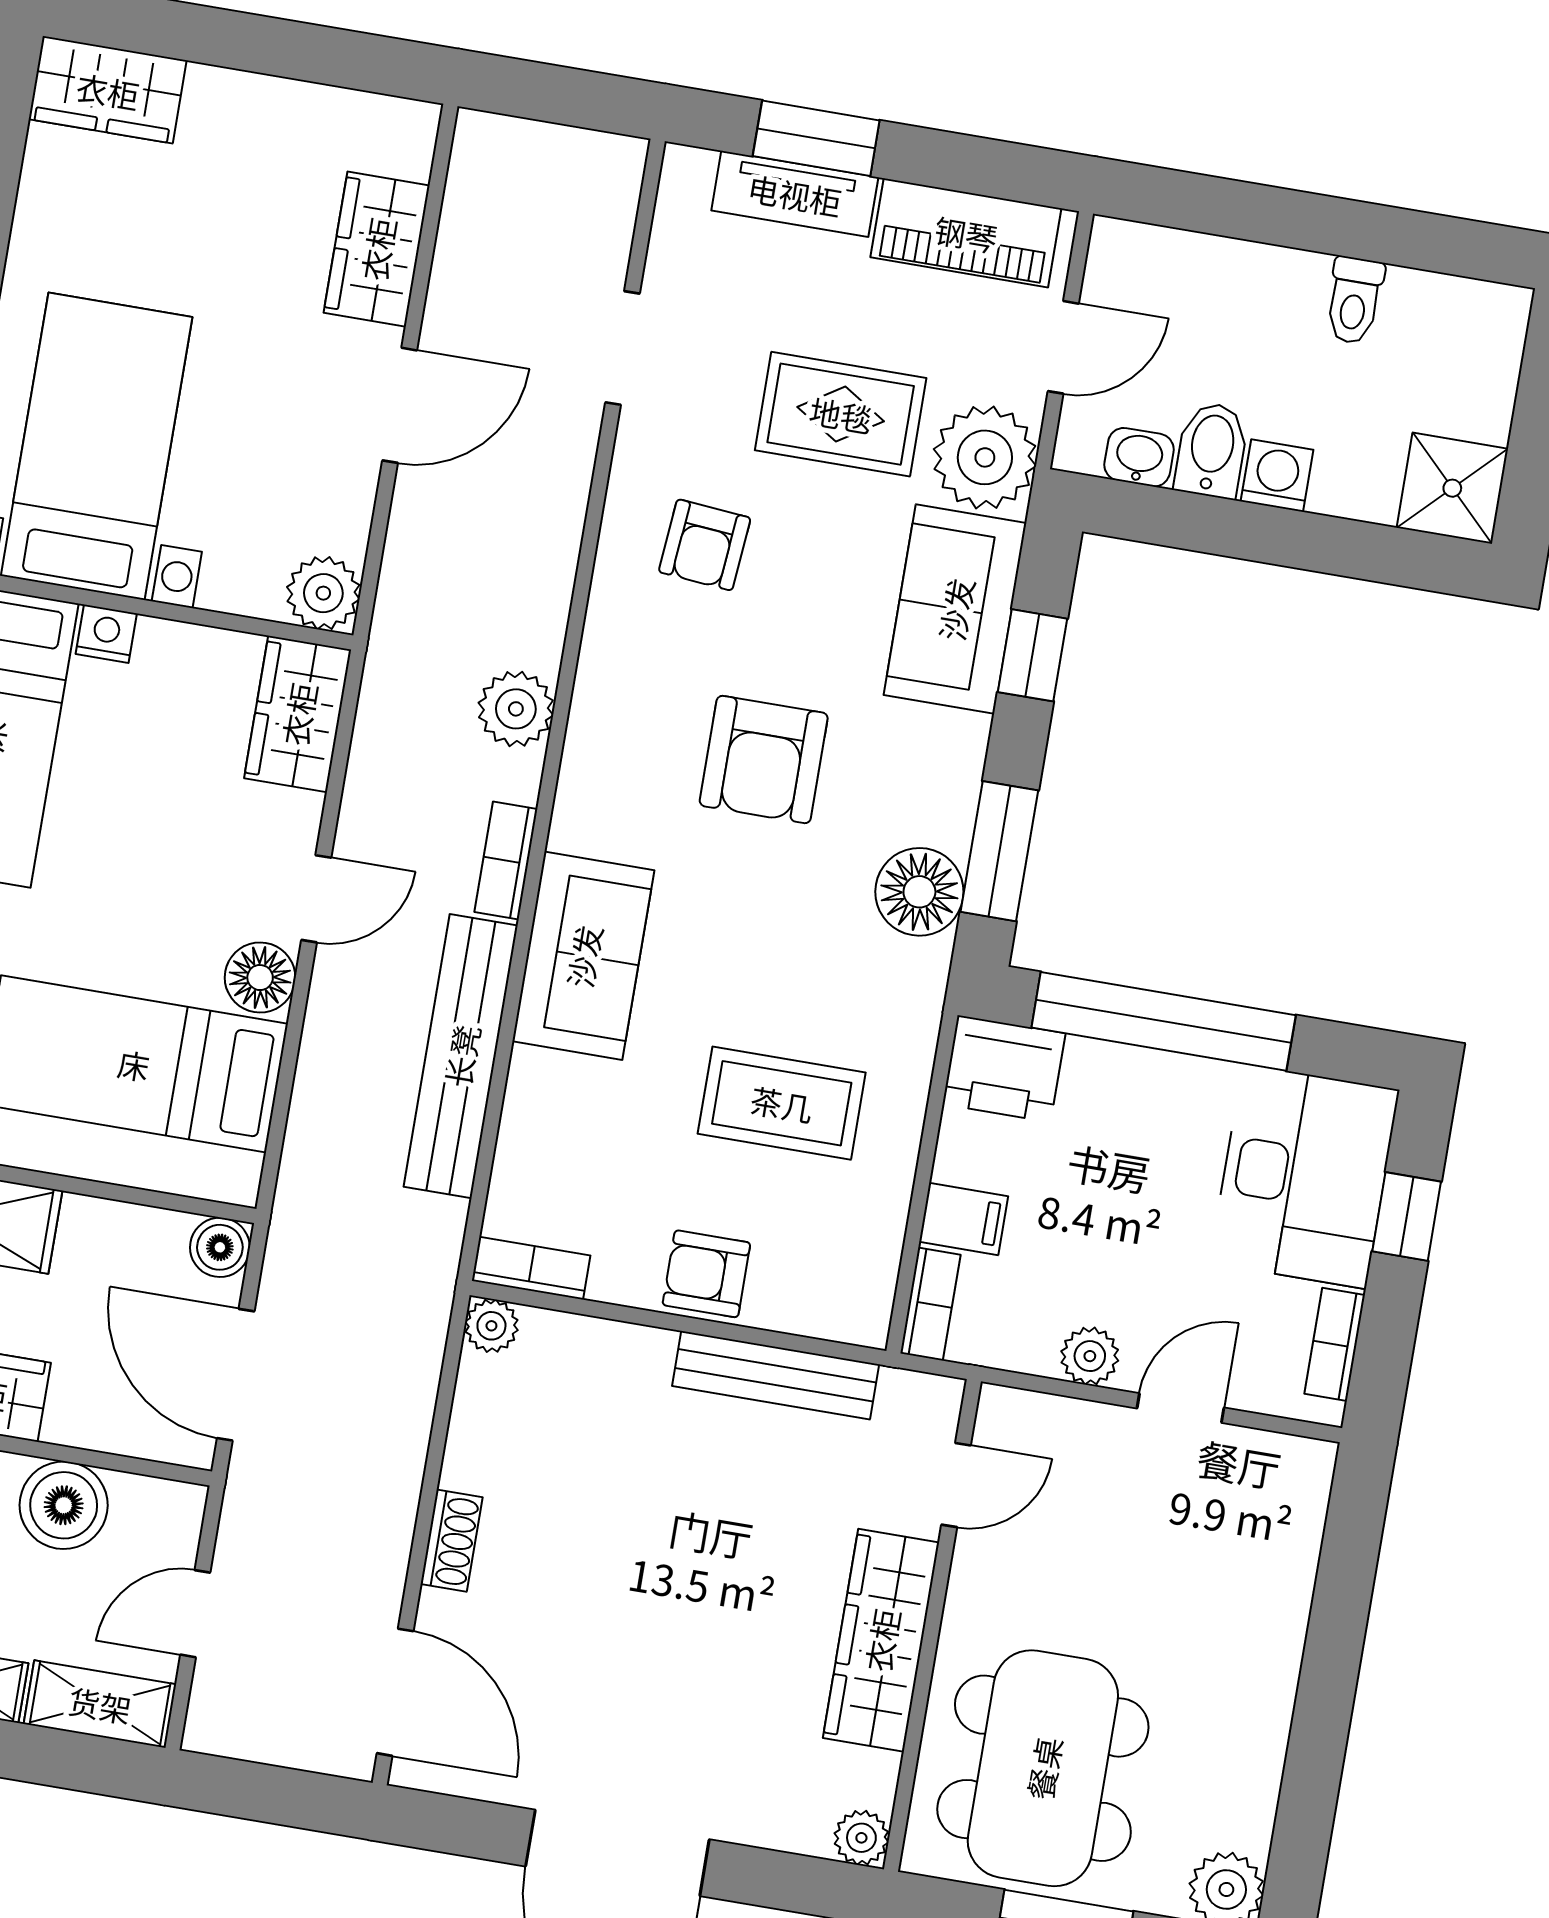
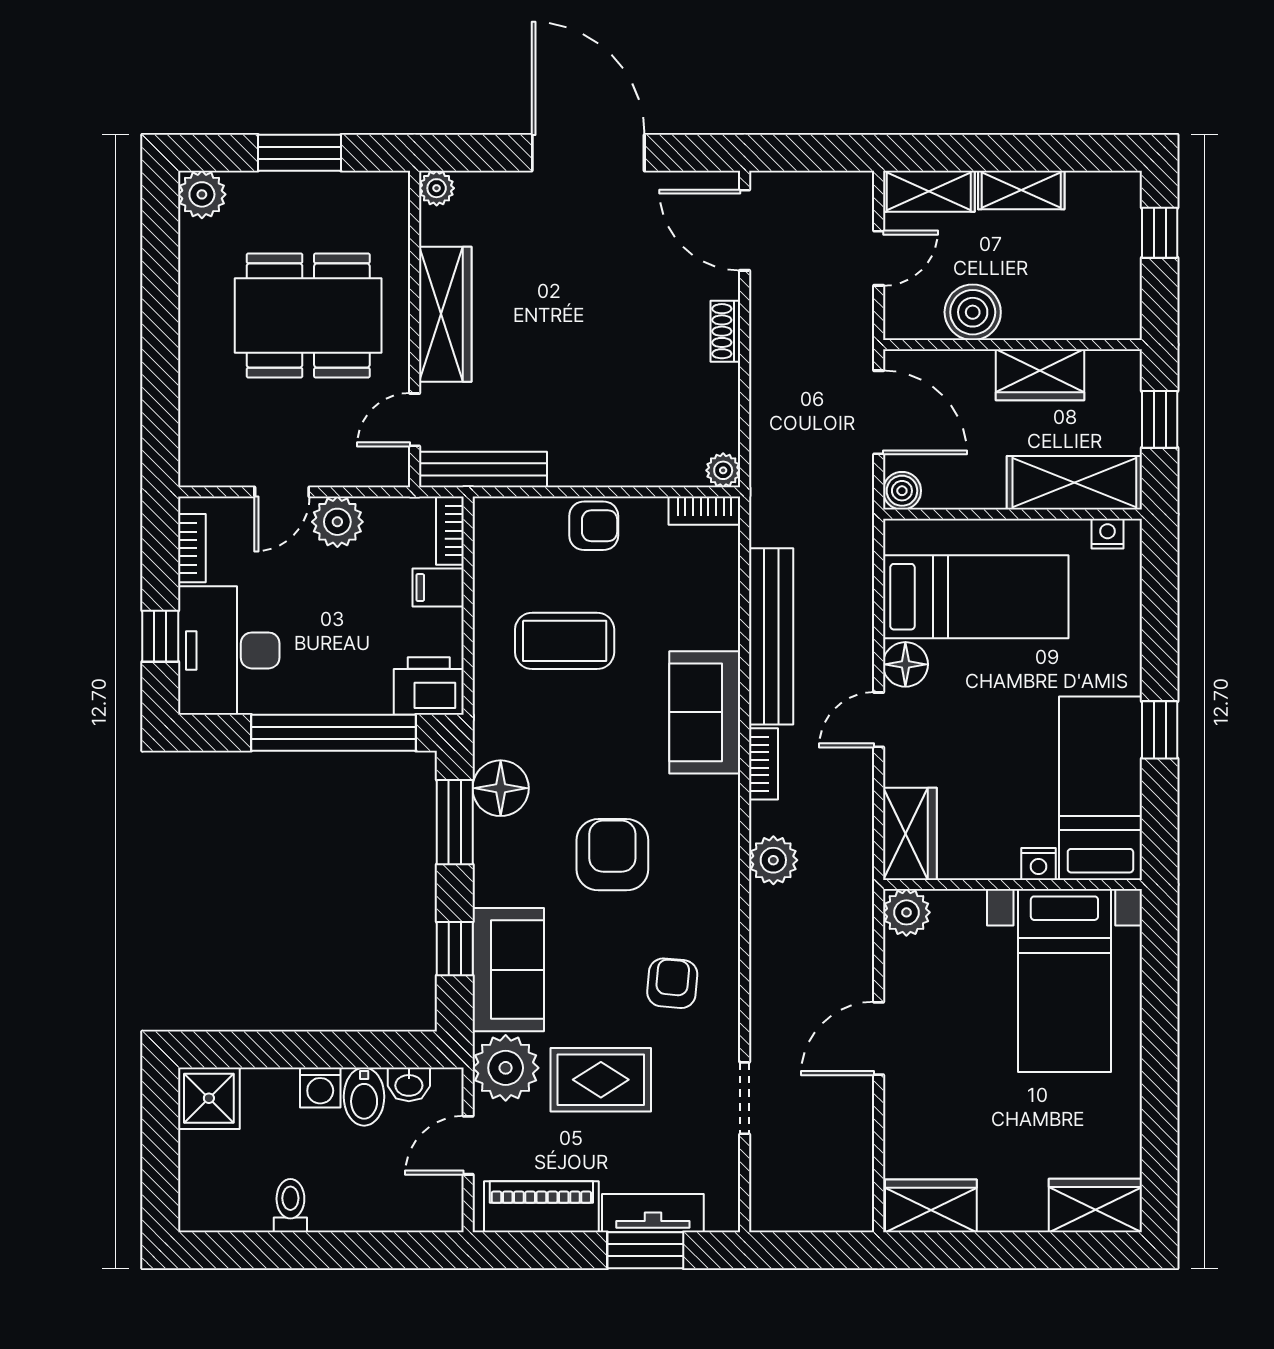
wardrobe: (377, 249) -> (931, 1206), moved, turned -90
plant: (1090, 1356) -> (337, 522), width x1.38, depth x1.38
bench: (776, 1375) -> (483, 470), moved
dining table: (1043, 1768) -> (308, 316), moved, turned 90

